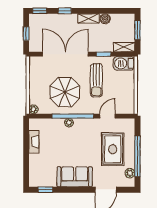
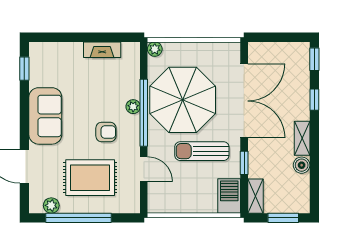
window: (26, 34) -> (278, 37), removed
parasol: (65, 92) -> (183, 100), width x1.36, depth x1.36
armchair: (85, 139) -> (106, 132), added

